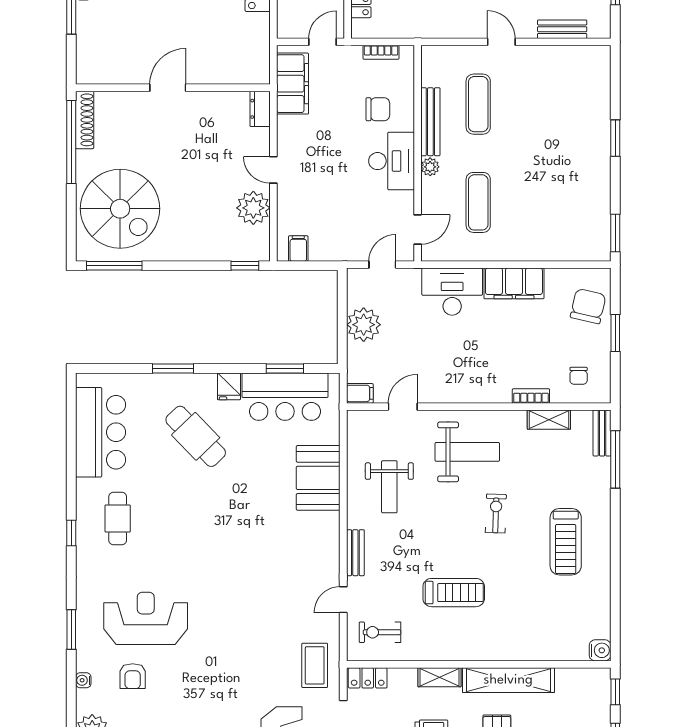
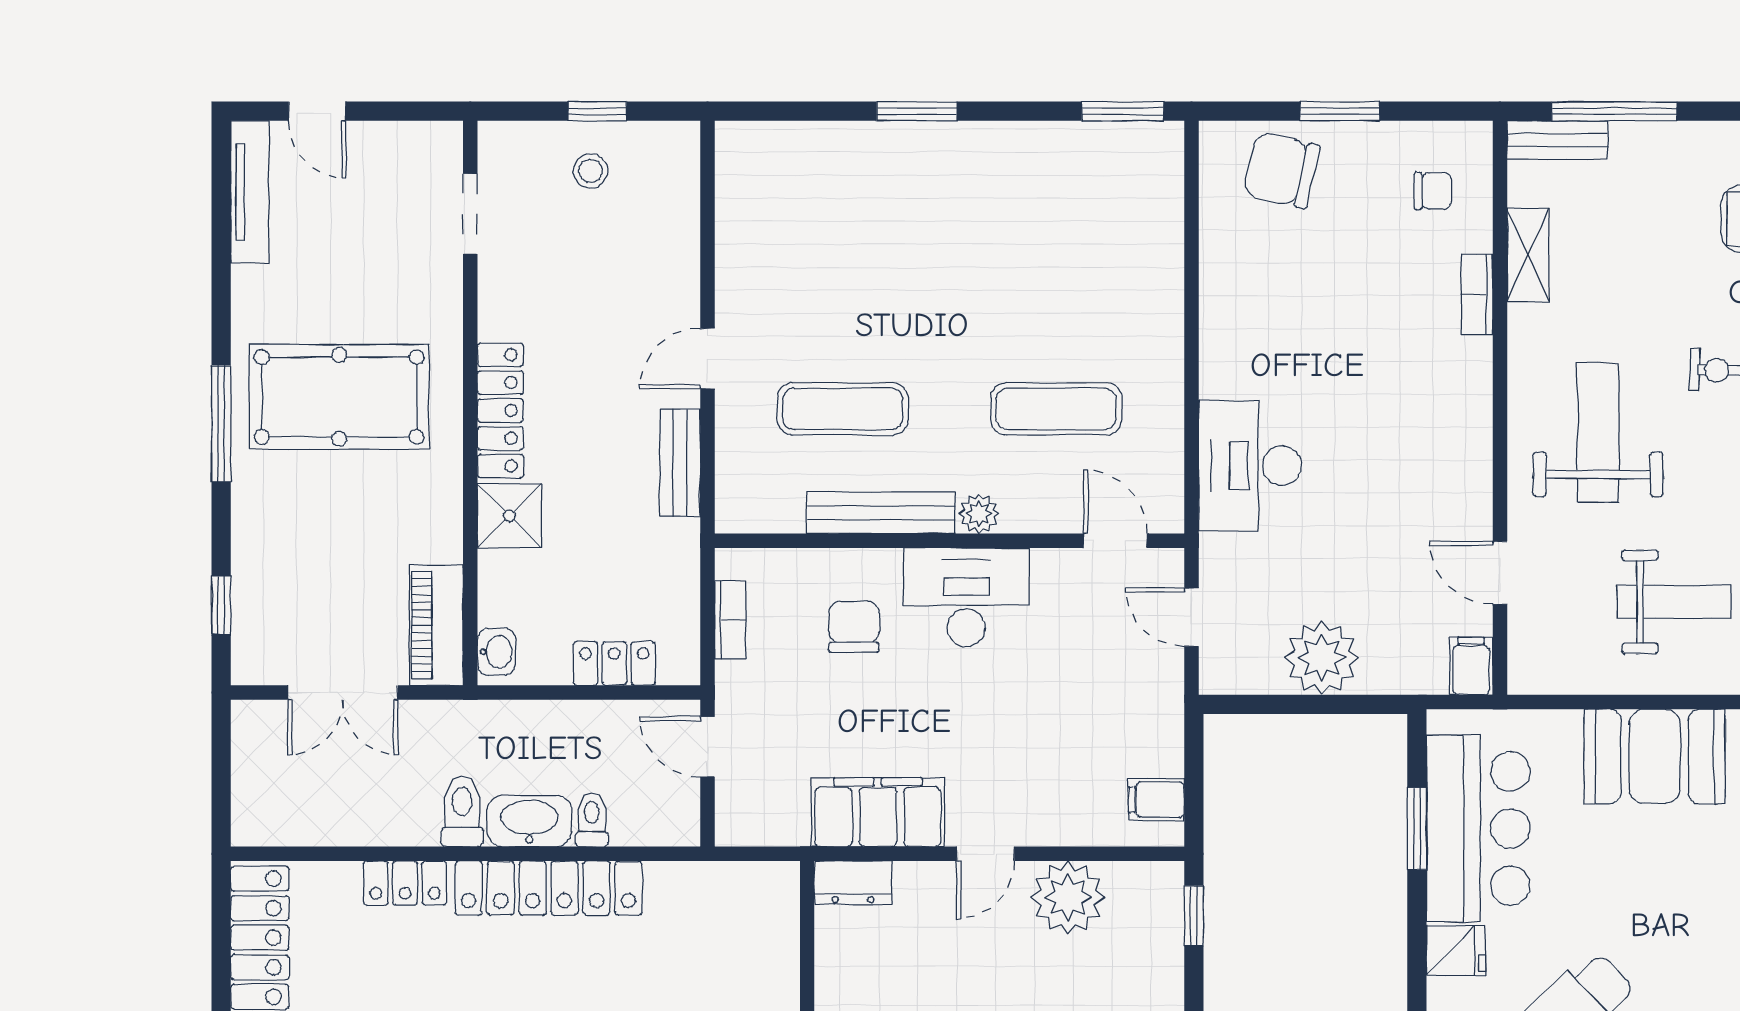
bench: (562, 29) -> (680, 463), moved
filing cabinet: (293, 84) -> (878, 812), moved
filing cabinet: (514, 283) -> (1232, 331), removed

